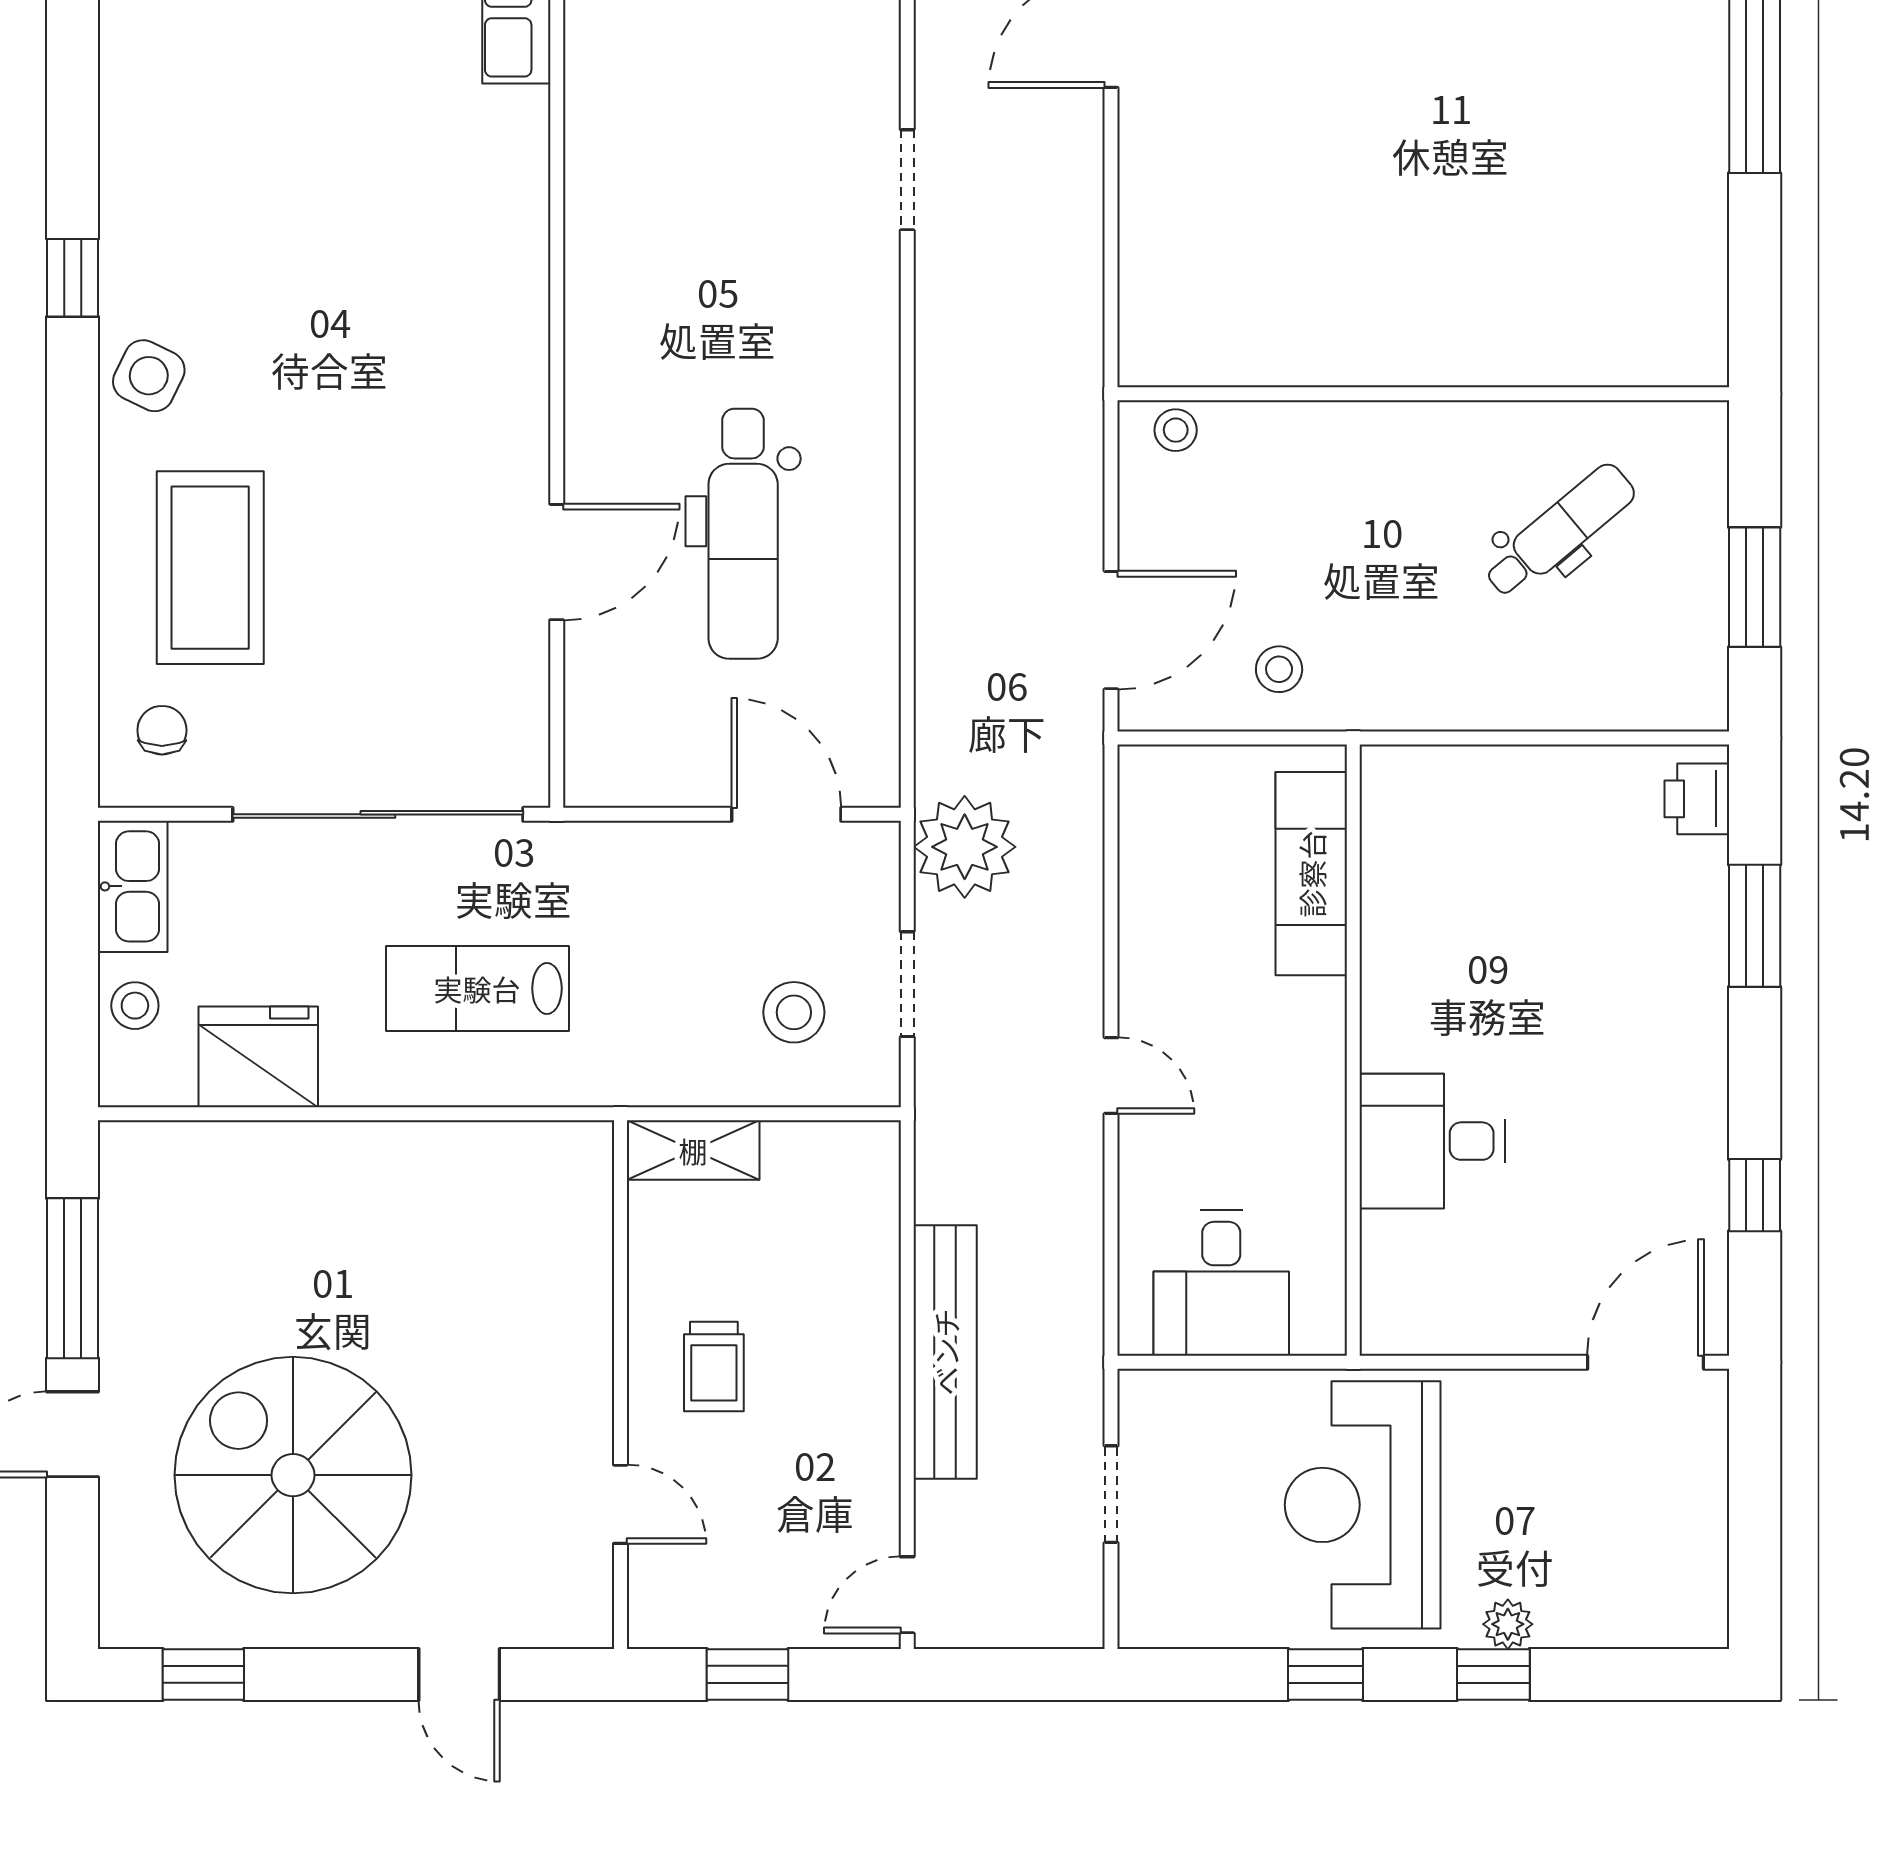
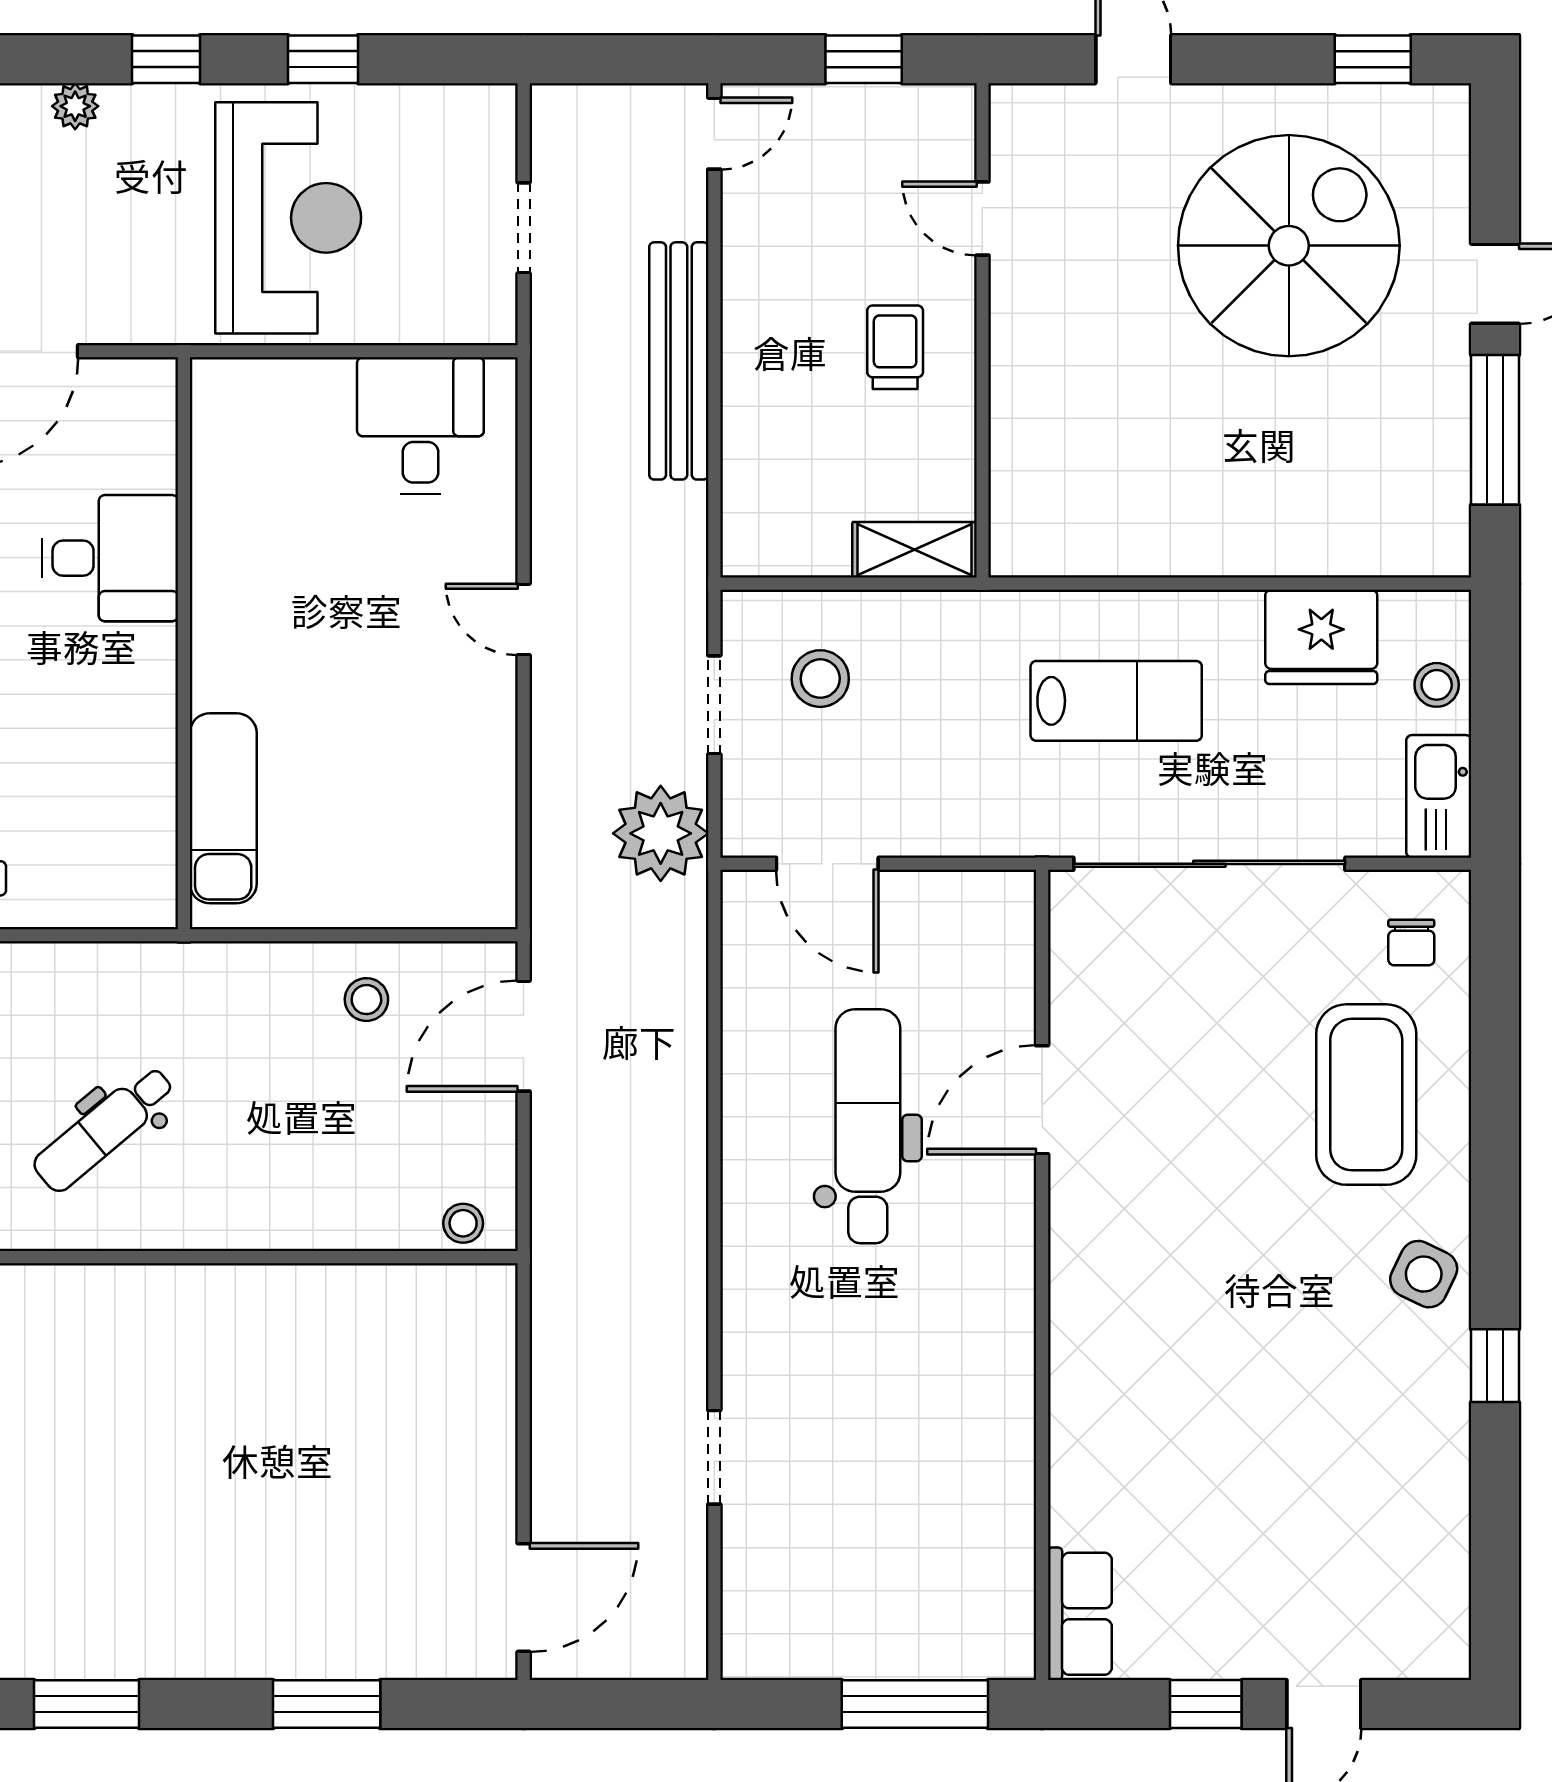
exam couch: (1311, 874) -> (223, 808), moved
wall: (1353, 1050) -> (184, 643), moved
desk: (1432, 1141) -> (110, 558), moved
spiral stairs: (293, 1475) -> (1289, 246), turned -90
plant: (1508, 1624) -> (75, 106), moved

